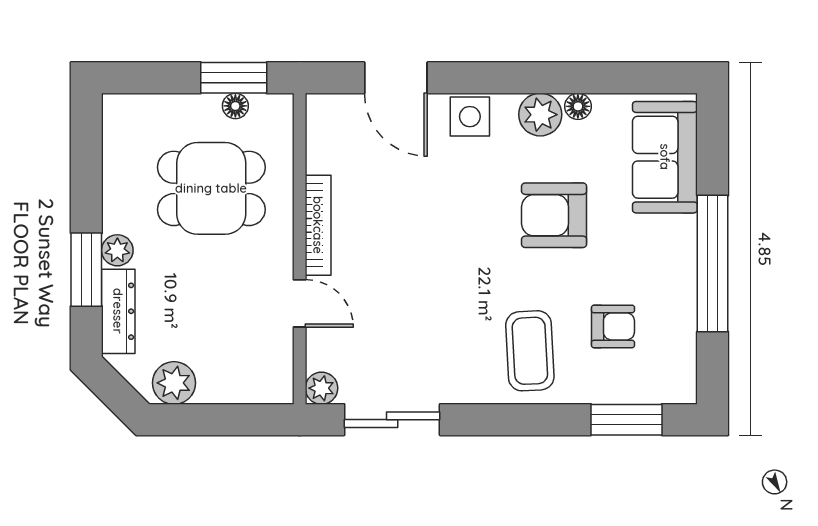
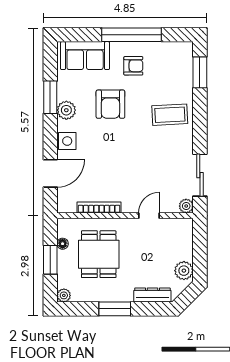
window: (234, 78) -> (50, 260), moved
window: (570, 78) -> (50, 97), added
floor lamp: (578, 106) -> (63, 94), removed
bookcase: (318, 225) -> (99, 207), moved
plant: (117, 250) -> (64, 295), moved
window: (86, 270) -> (115, 309), moved
armchair: (613, 326) -> (133, 66), moved, turned 90

